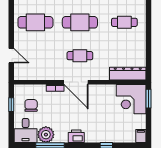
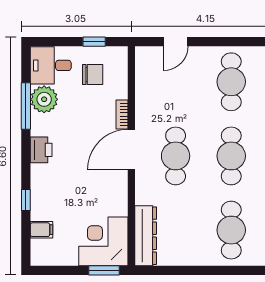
cafe table: (124, 22) -> (231, 230), width x1.37, depth x1.35
cafe table: (80, 56) -> (176, 156), width x1.37, depth x1.35
filing cabinet: (141, 136) -> (42, 230), moved

